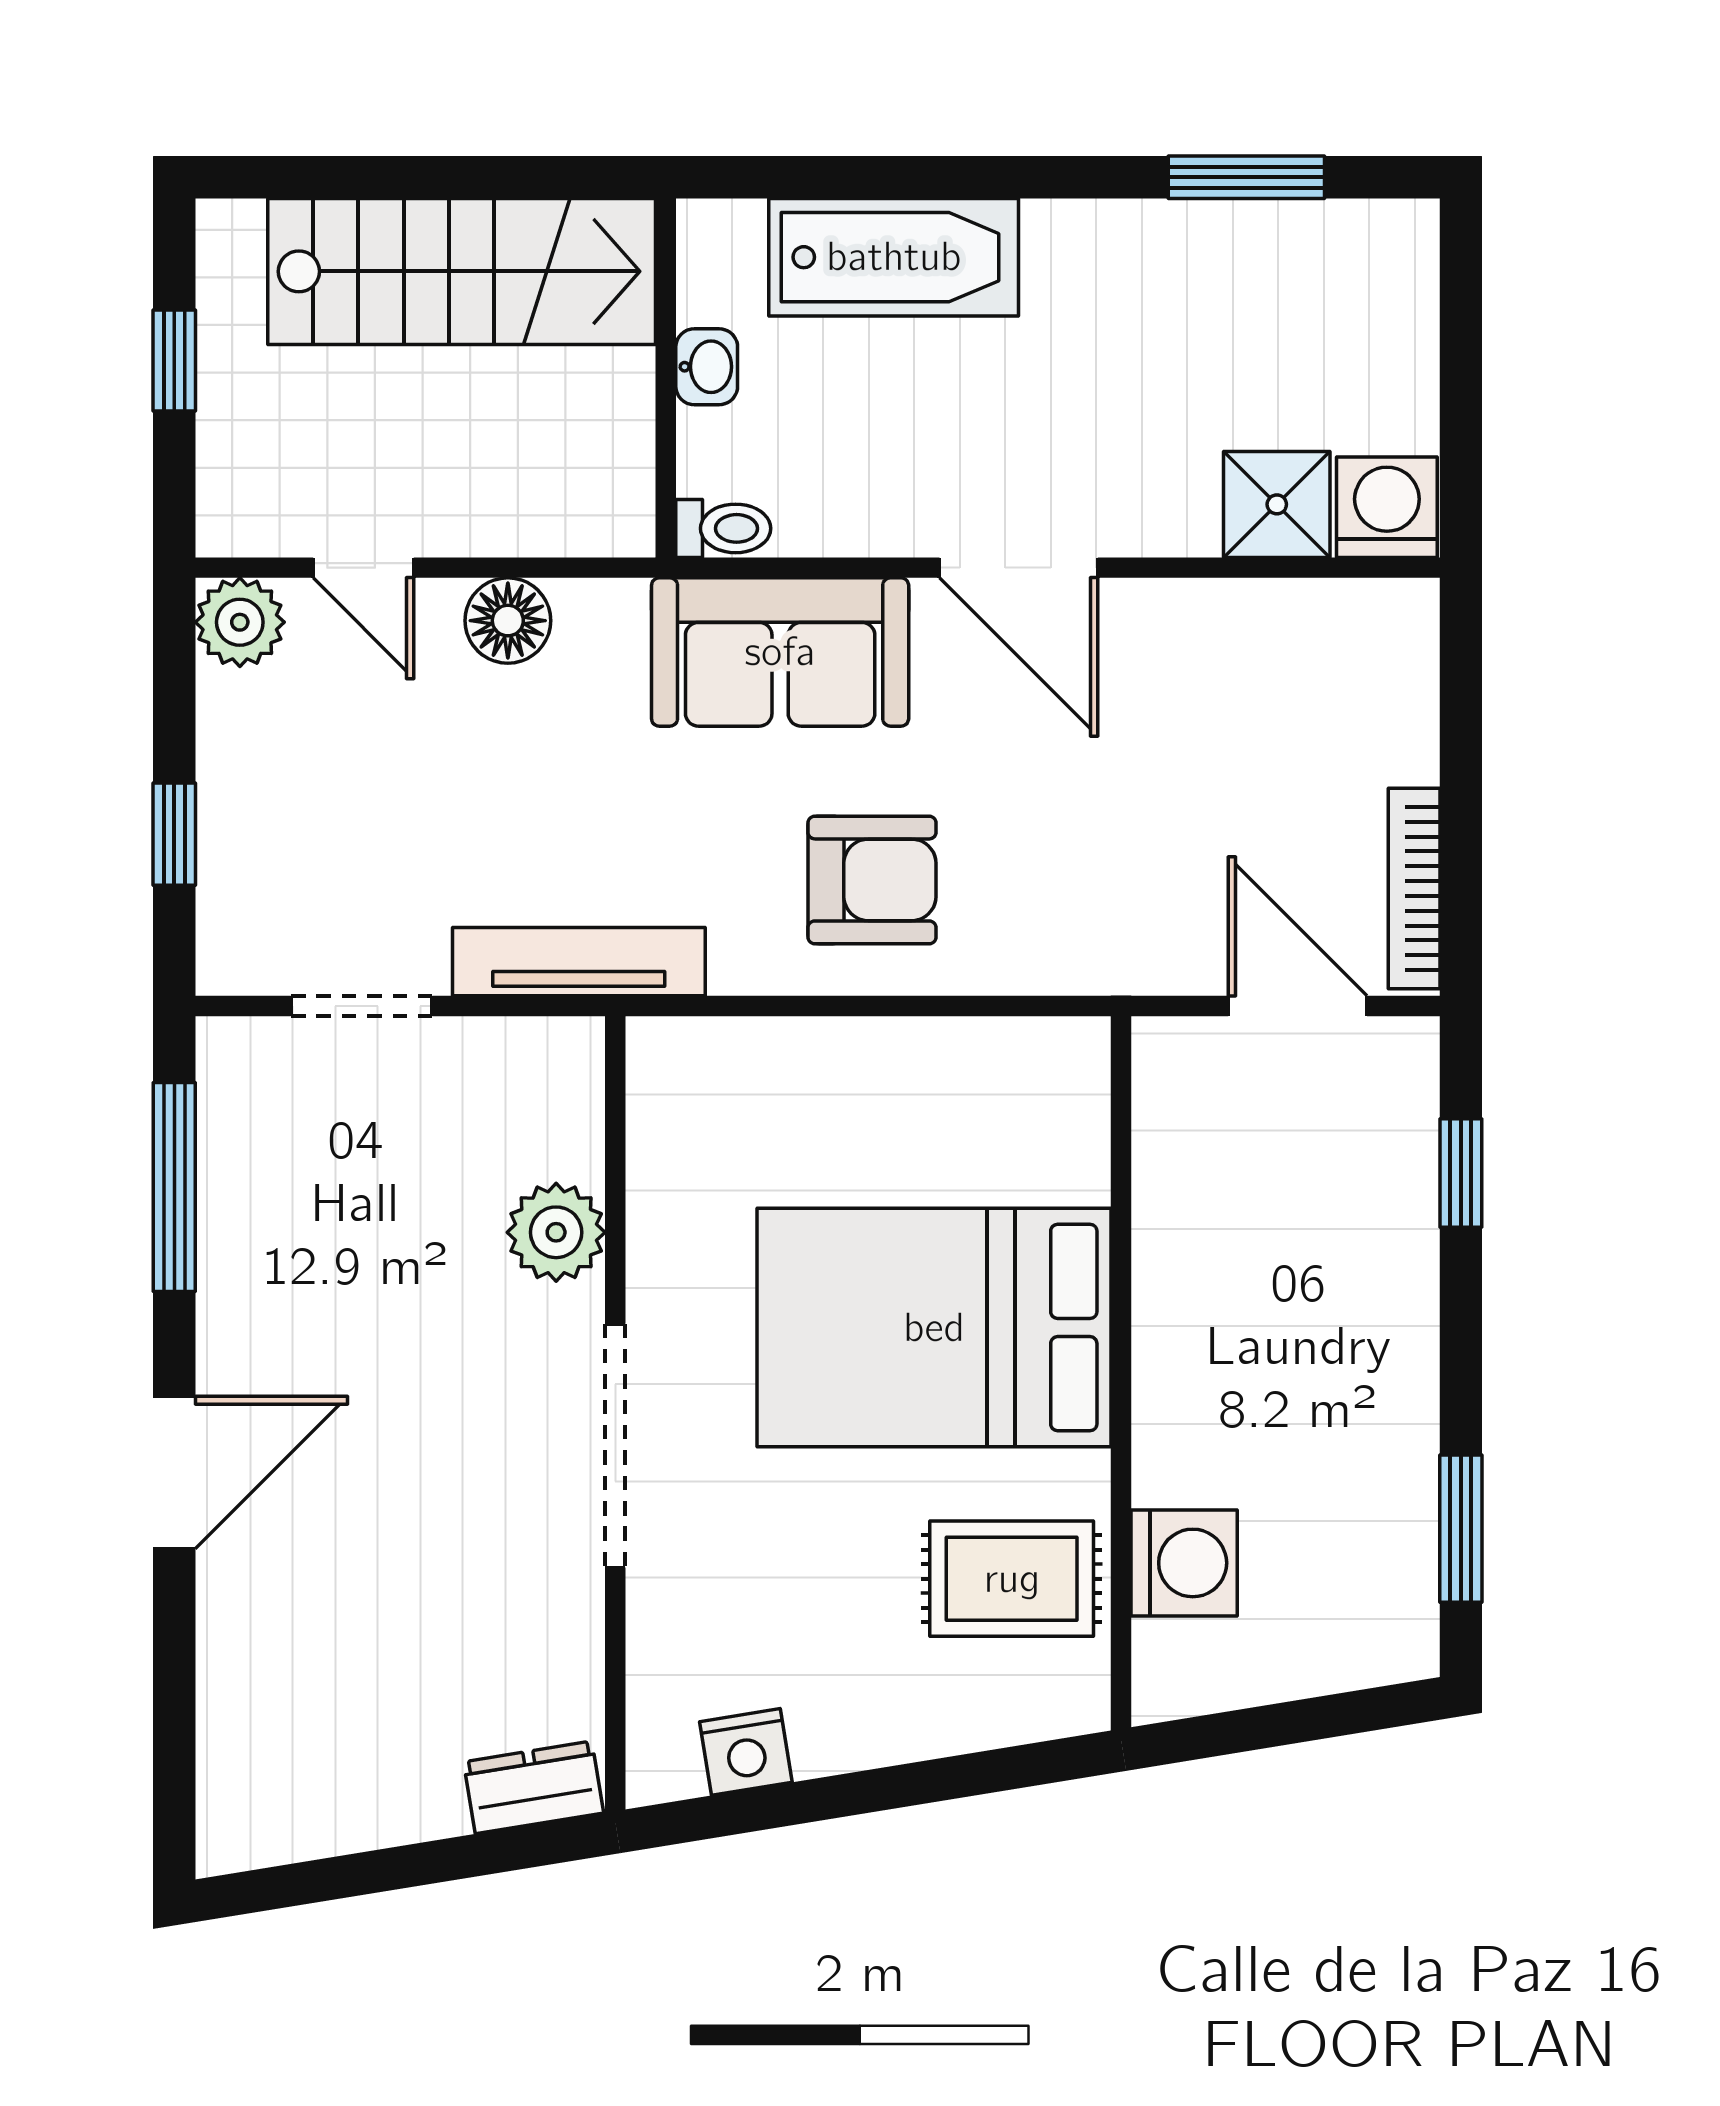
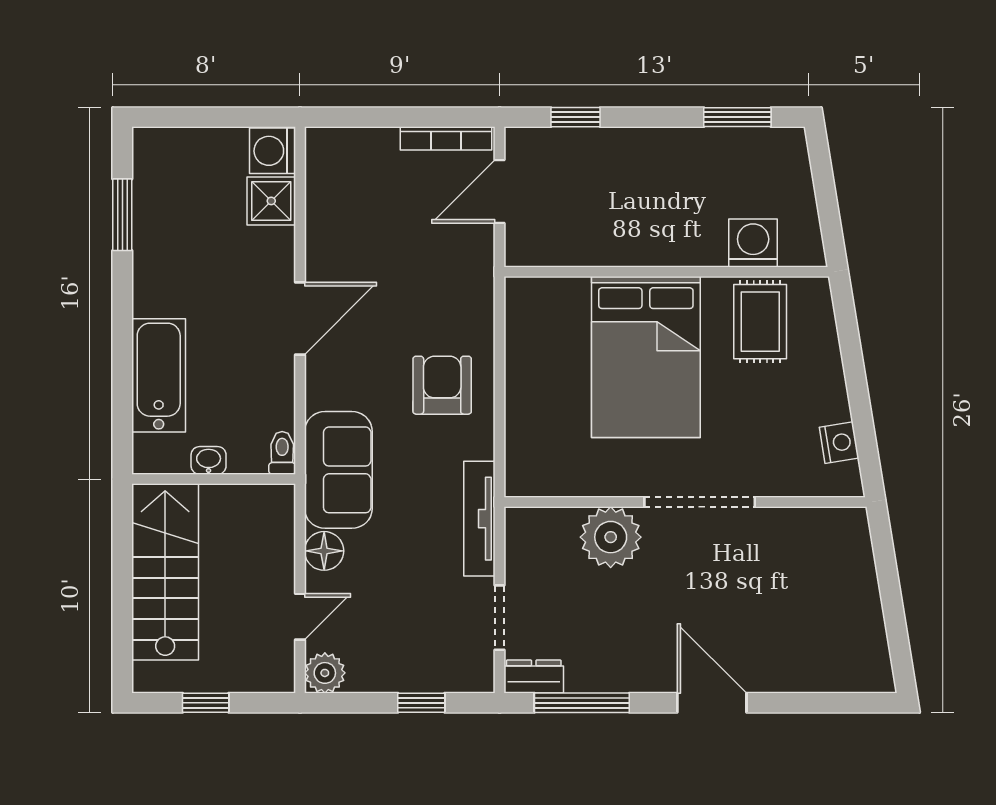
sofa: (780, 652) -> (338, 470), moved
plant: (556, 1232) -> (611, 537), width x1.36, depth x1.36
dresser: (534, 1787) -> (534, 677), moved, turned 99

